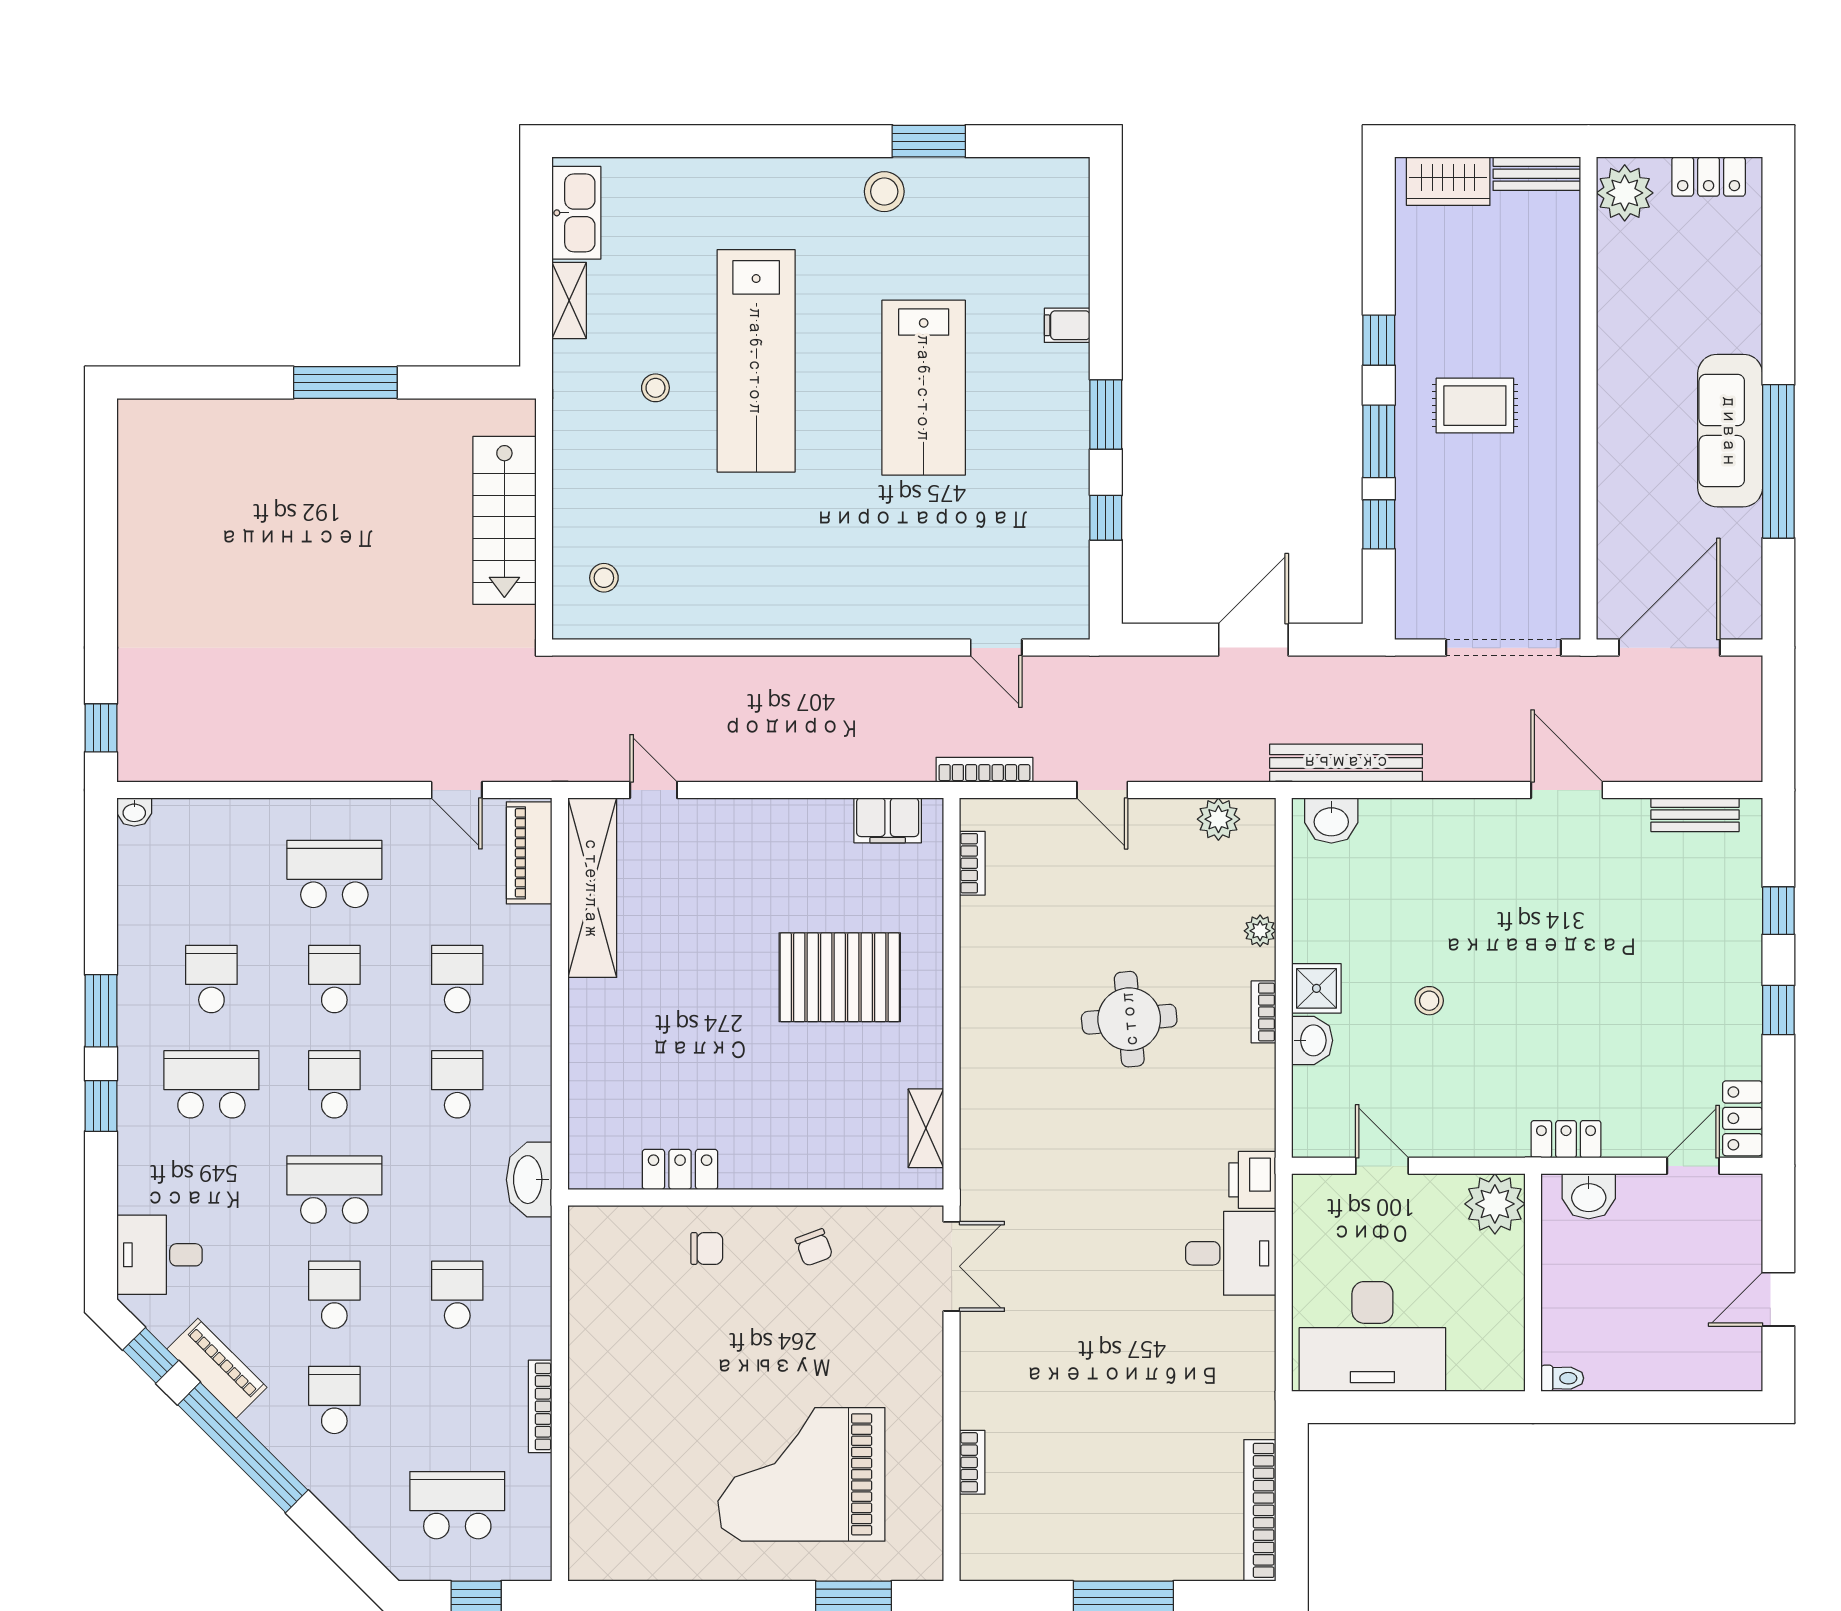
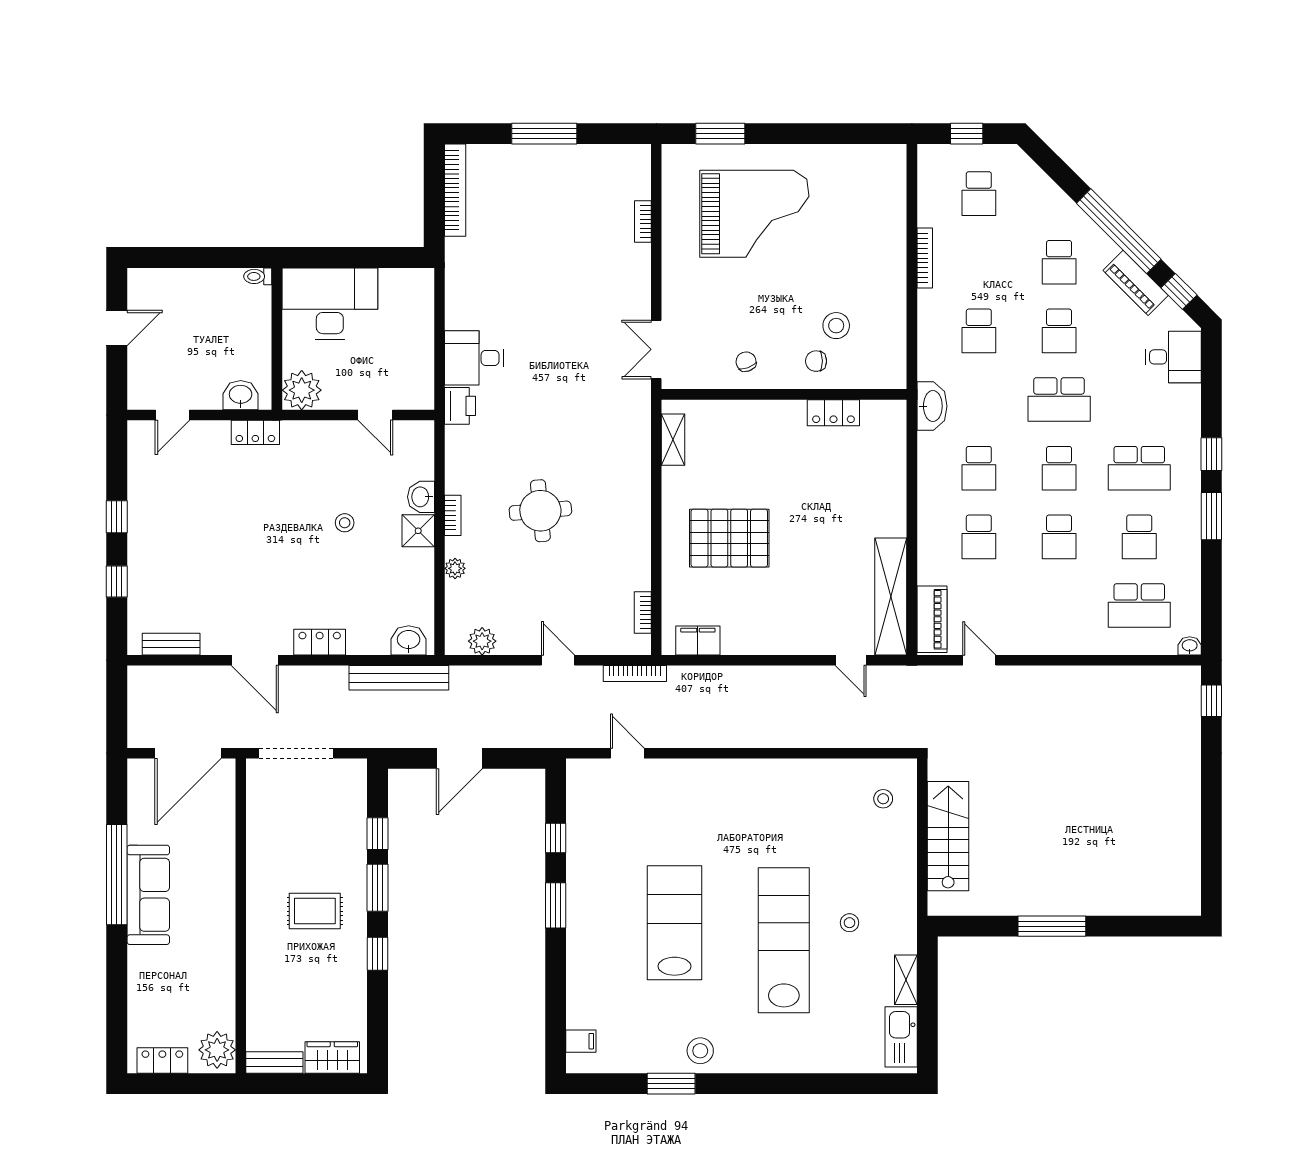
filing cabinet: (1067, 325) -> (581, 1041), moved
school desk: (334, 874) -> (1139, 606), moved
locker: (1743, 1118) -> (320, 642), moved, turned -90
stool: (676, 1303) -> (836, 326), added
desk: (1372, 1336) -> (330, 304), moved
school desk: (457, 1505) -> (979, 194), width x0.54

